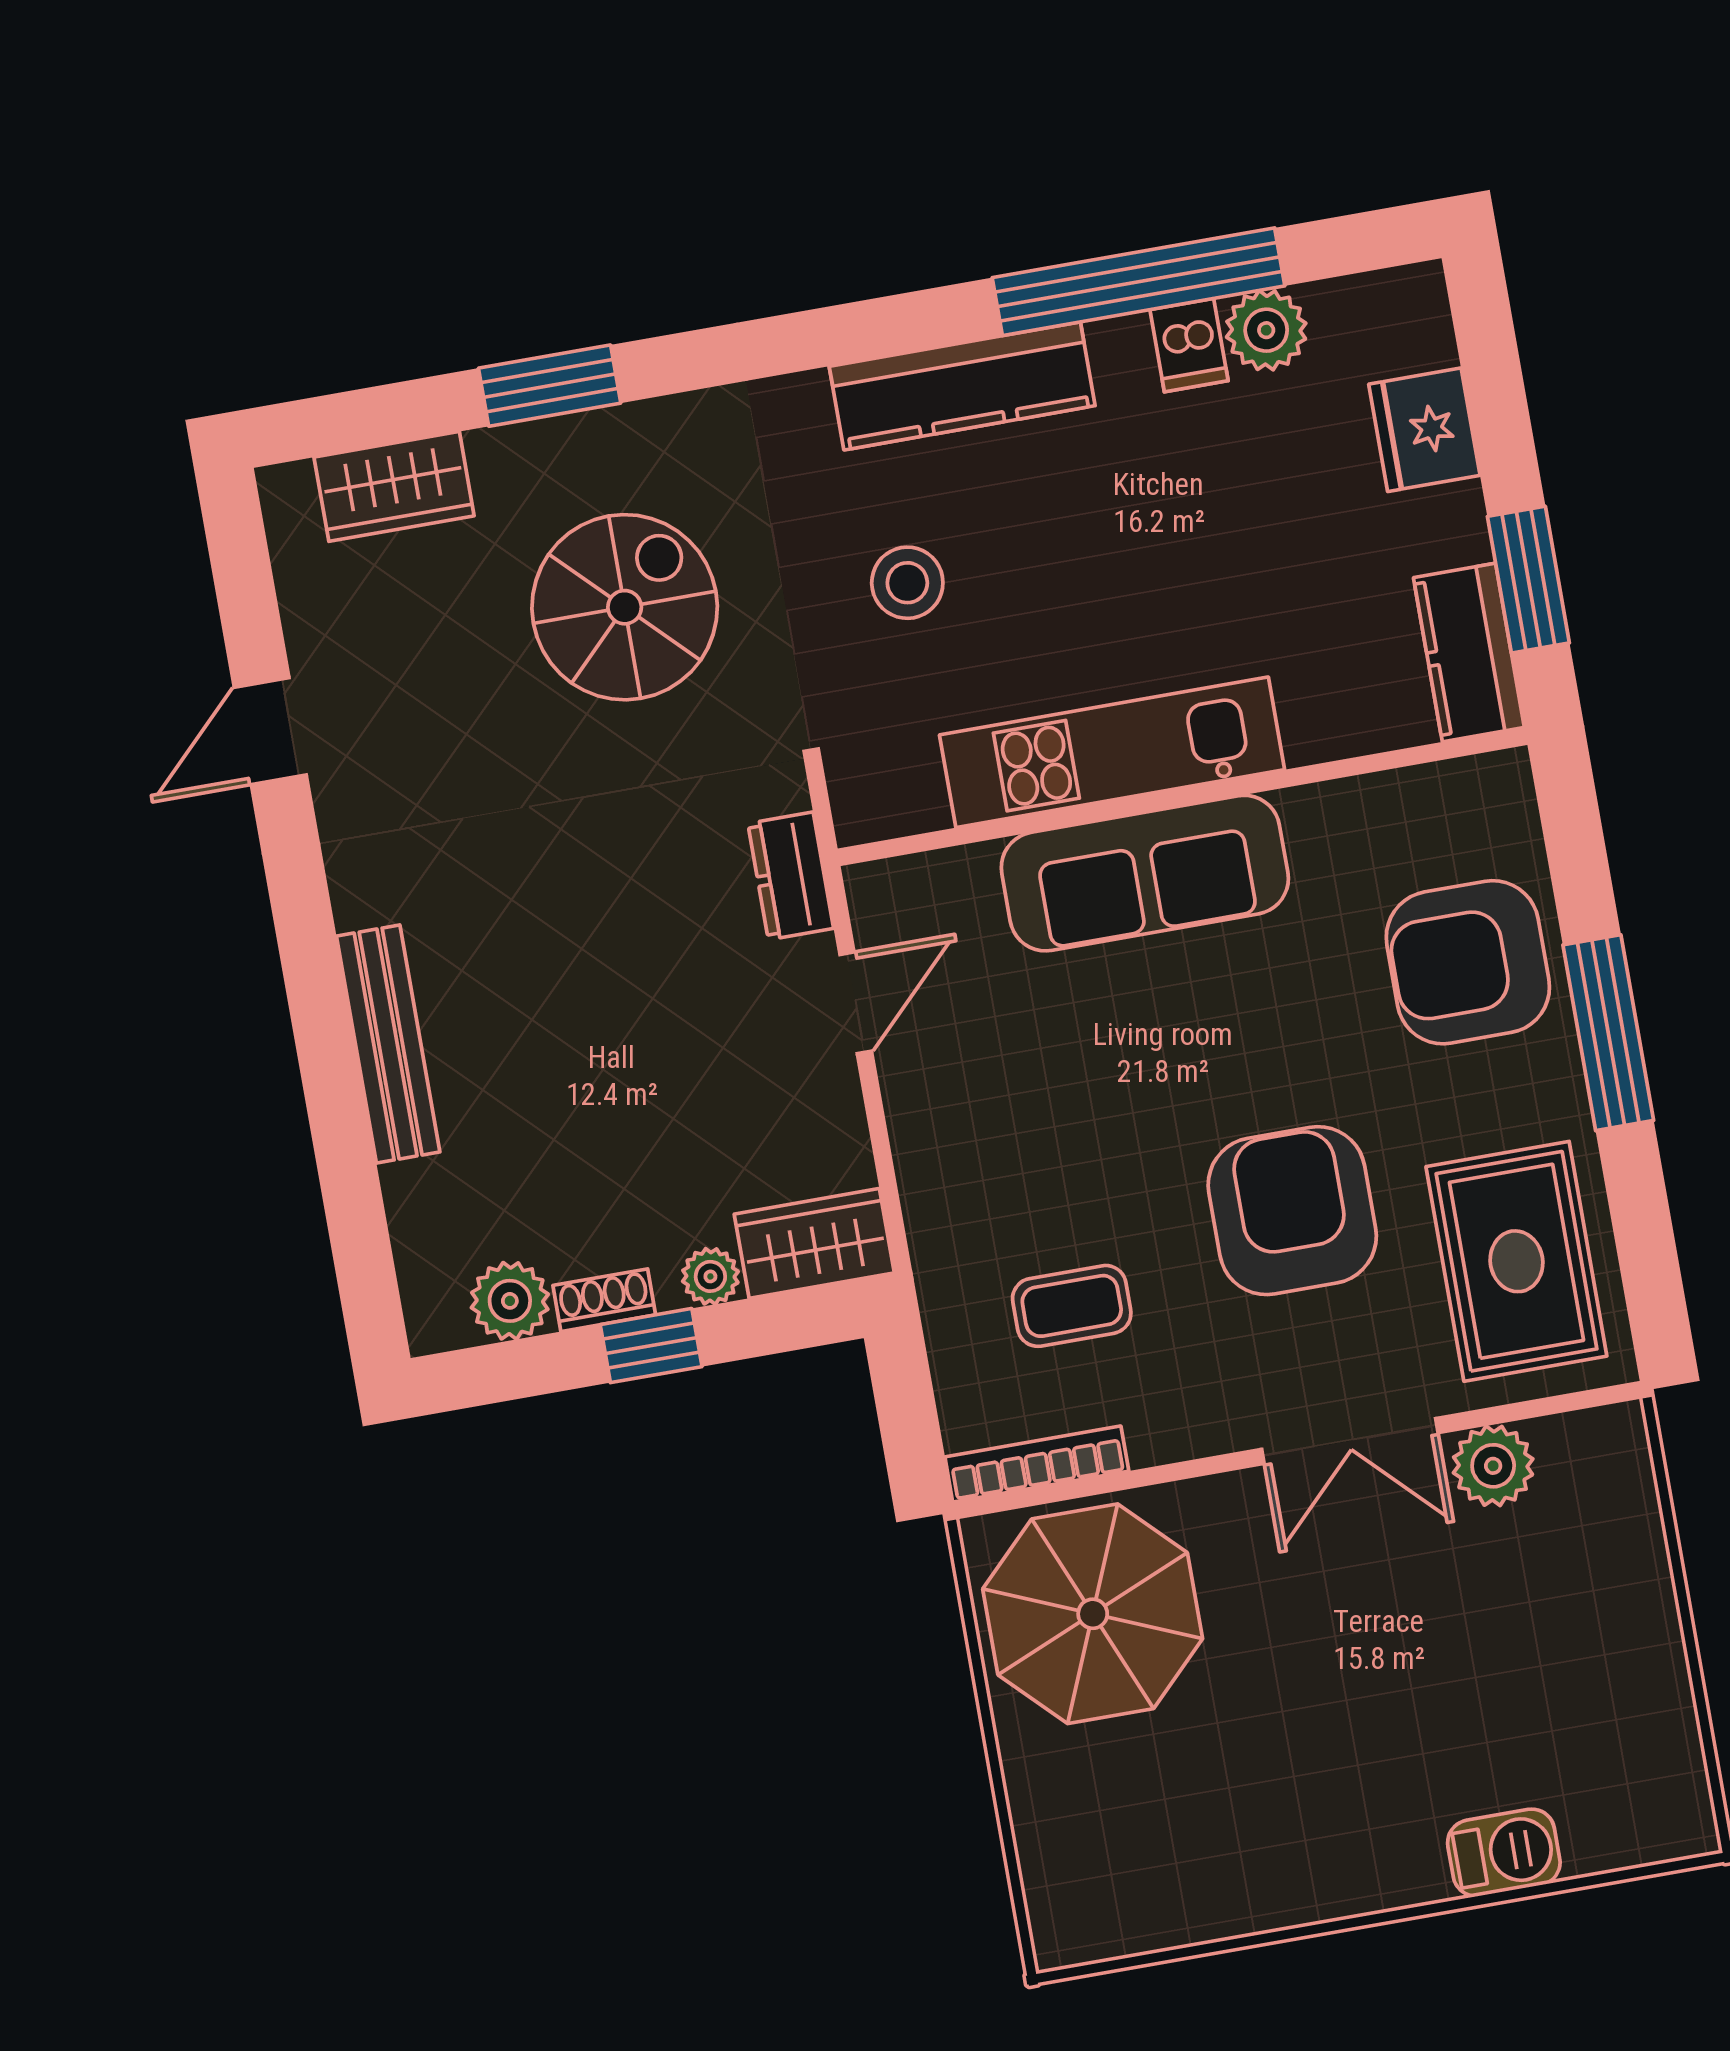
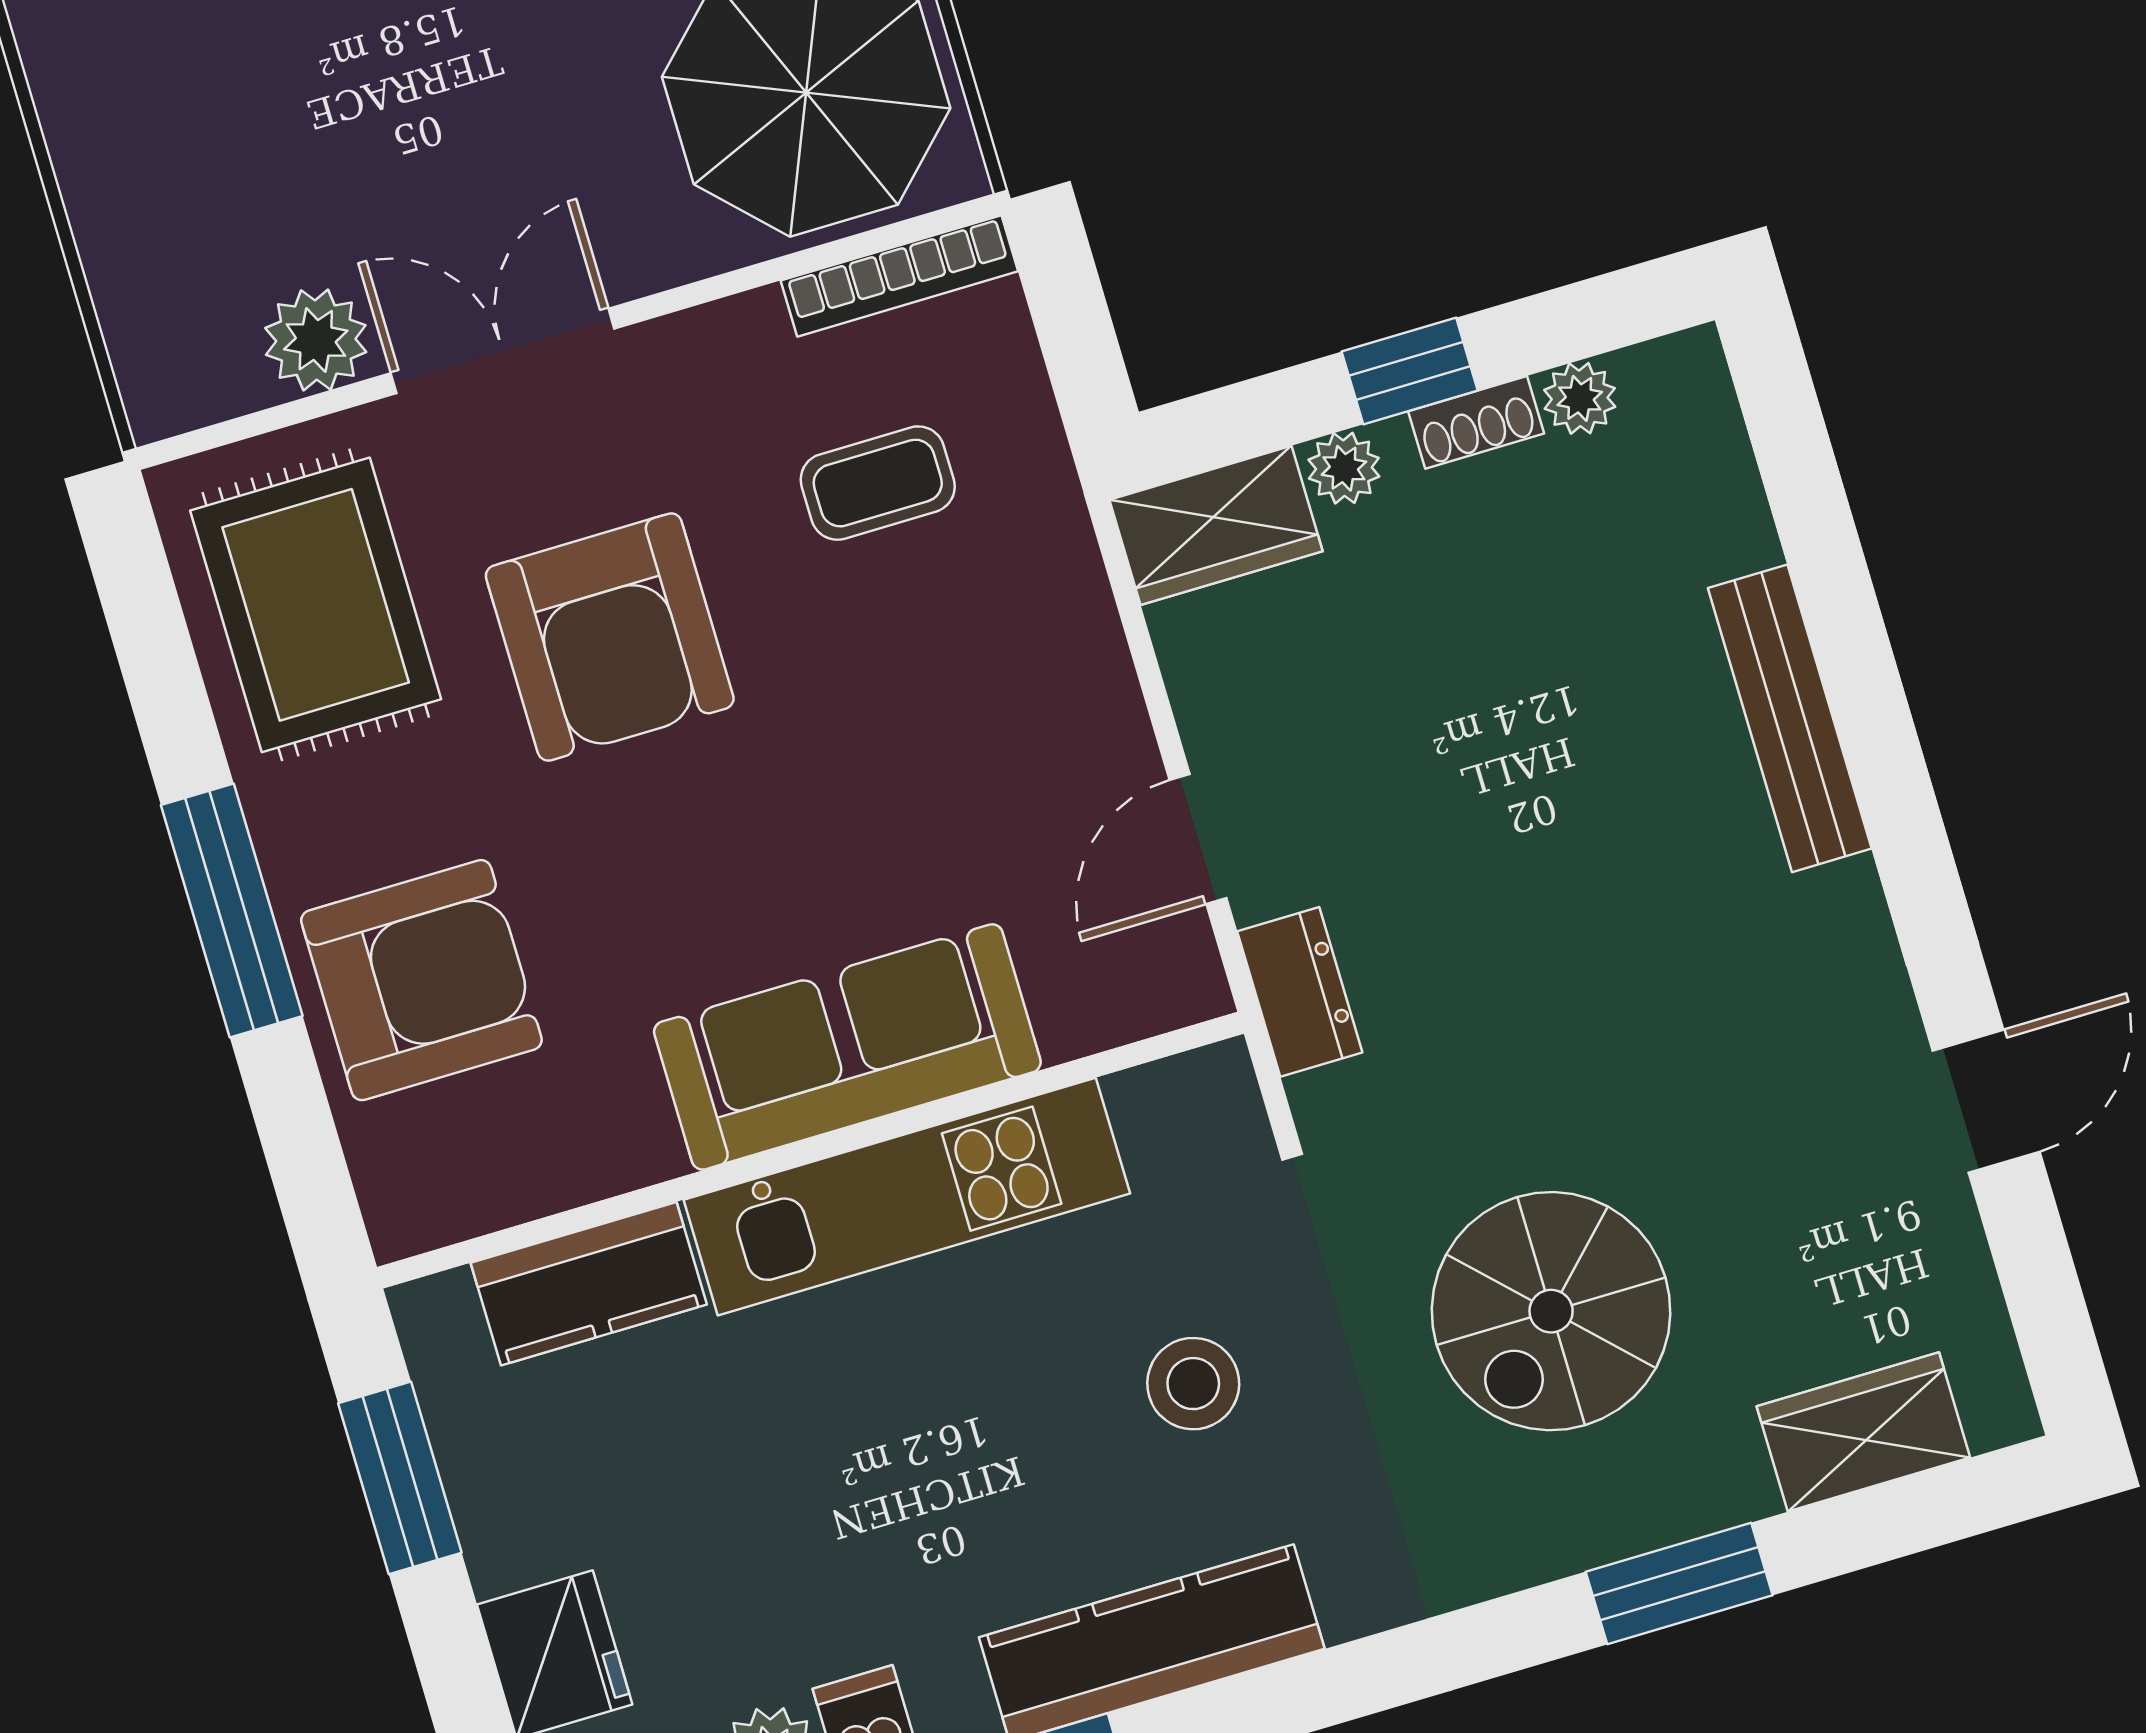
kitchen counter: (1469, 653) -> (589, 1284), moved, turned 90
plant: (510, 1301) -> (1580, 398), width x0.73, depth x0.73

